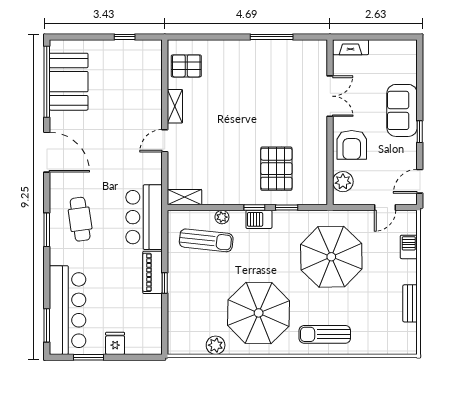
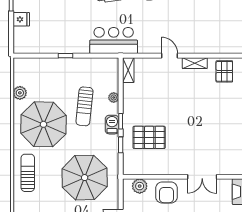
armchair: (352, 145) -> (167, 193), turned -90
sun lounger: (206, 240) -> (84, 106), moved
piano: (152, 272) -> (73, 47), removed

